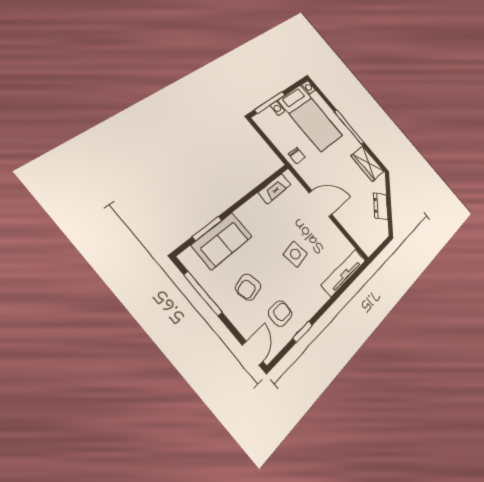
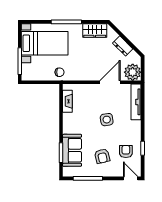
door: (320, 204) -> (110, 82), moved
plant: (368, 240) -> (133, 72), added

